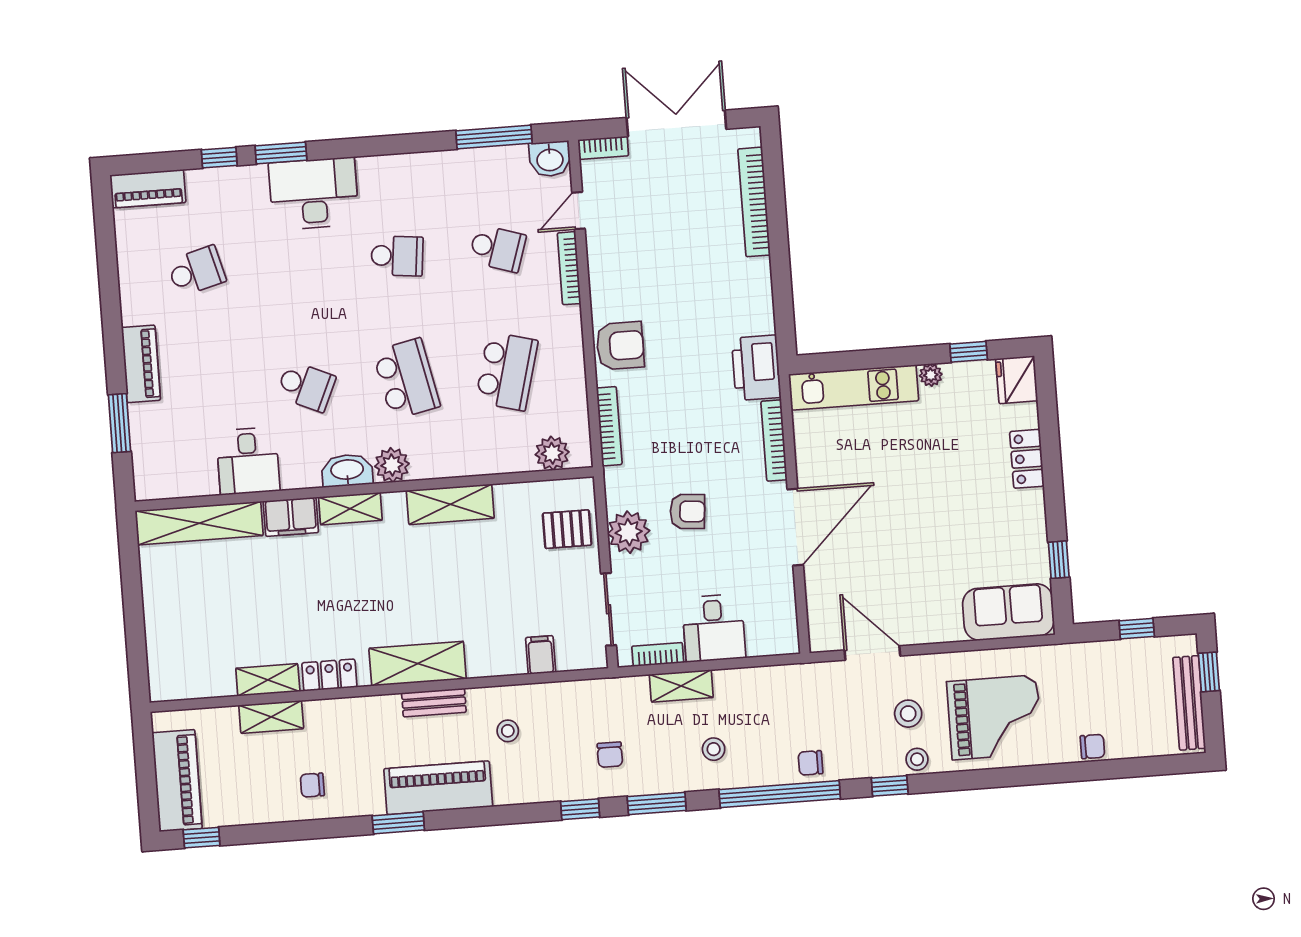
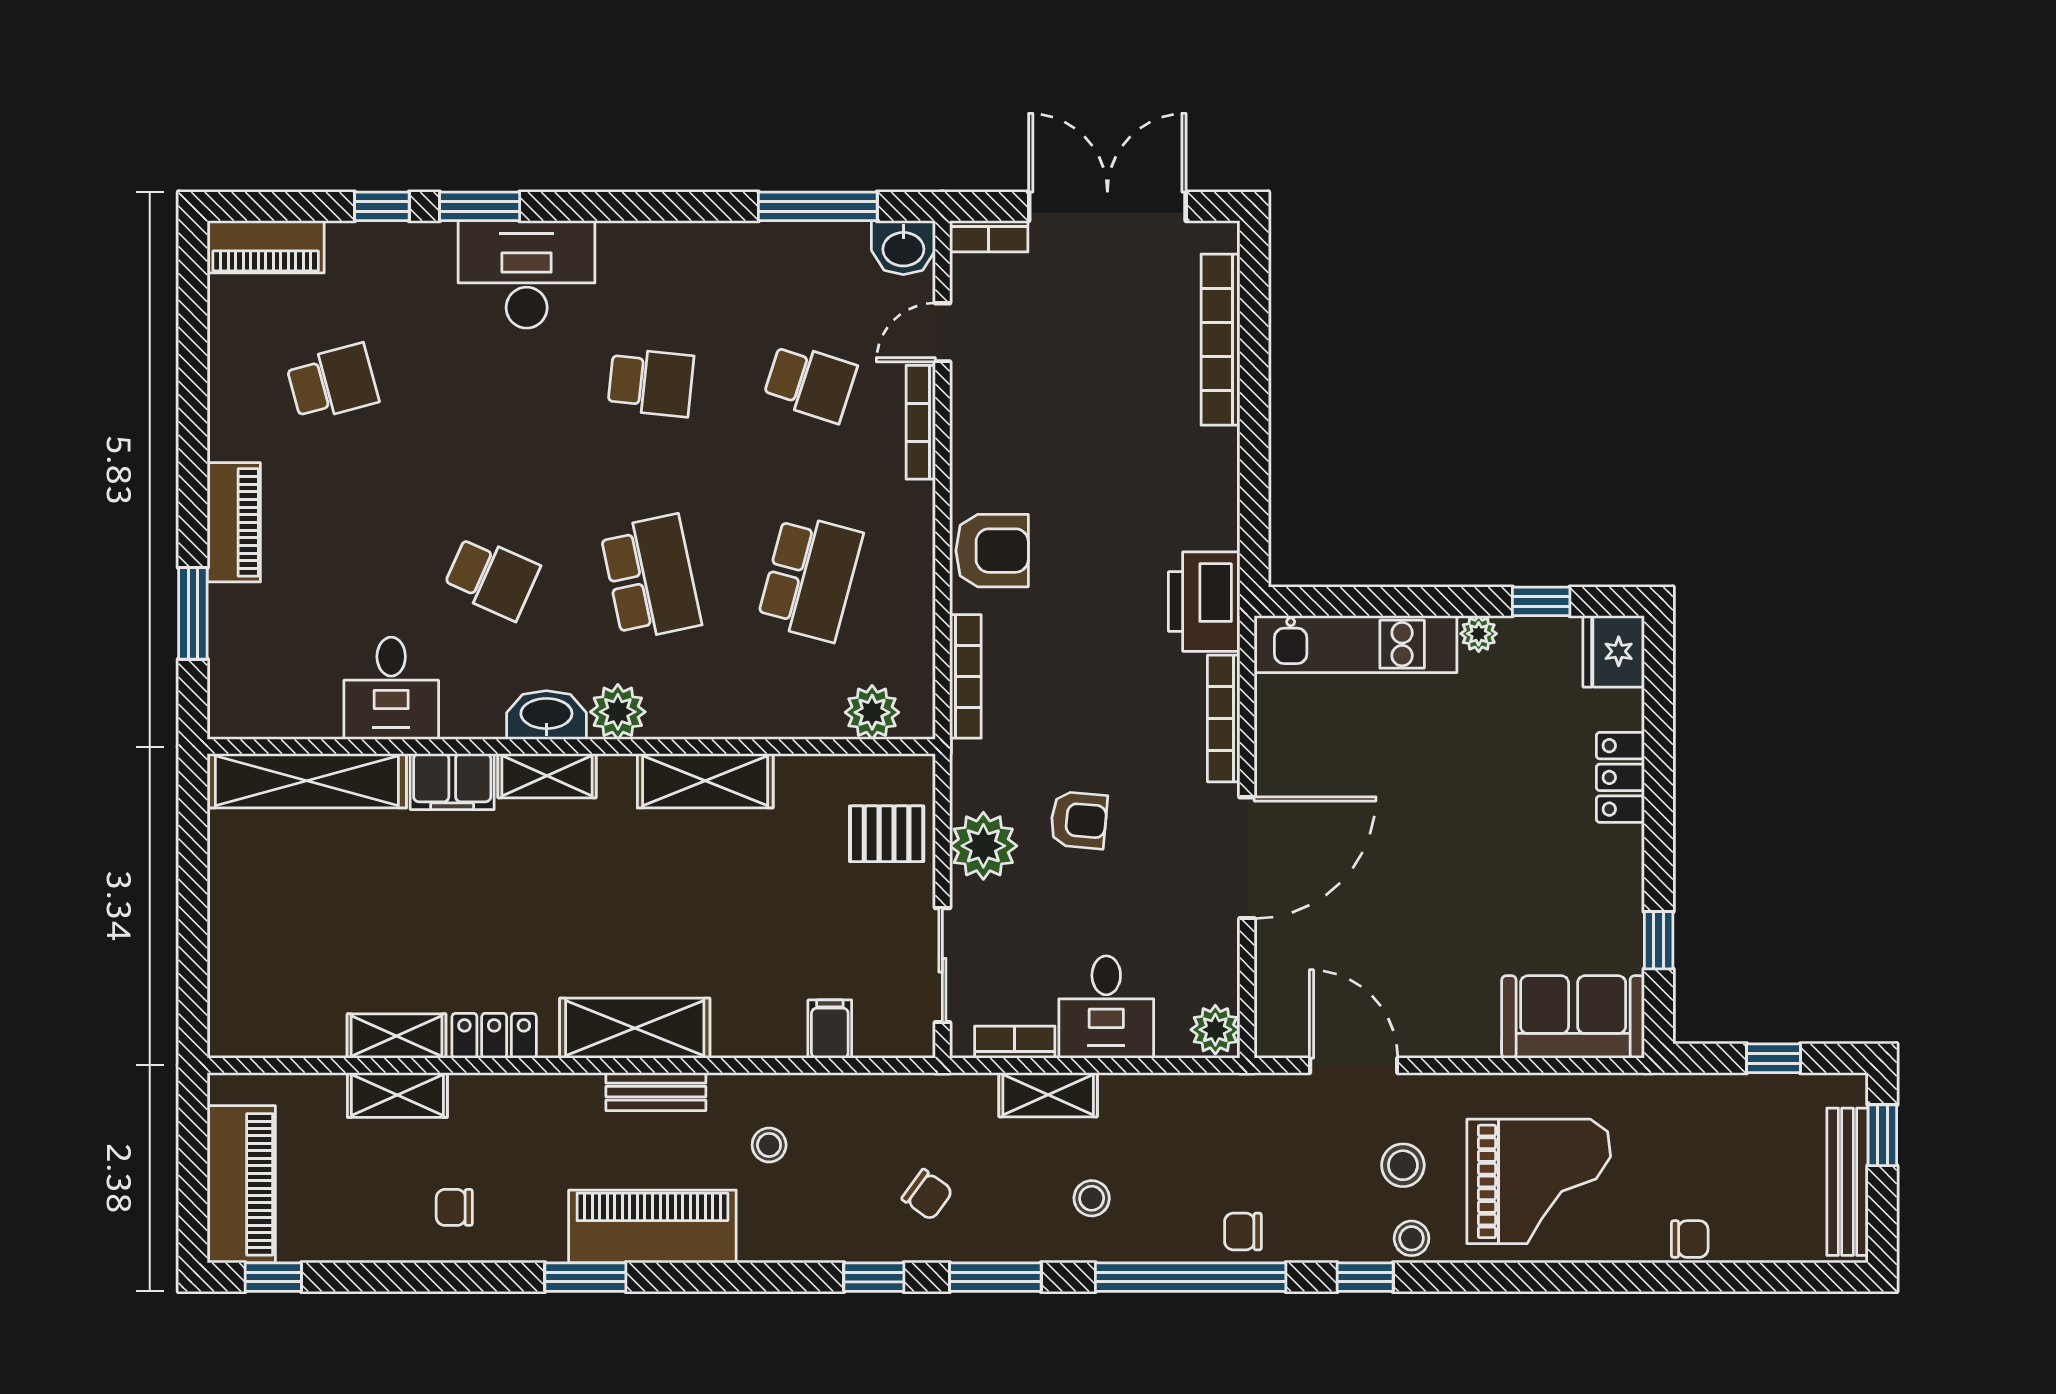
plant: (784, 637) -> (1215, 1030), added
chair: (610, 755) -> (927, 1195), turned -54

